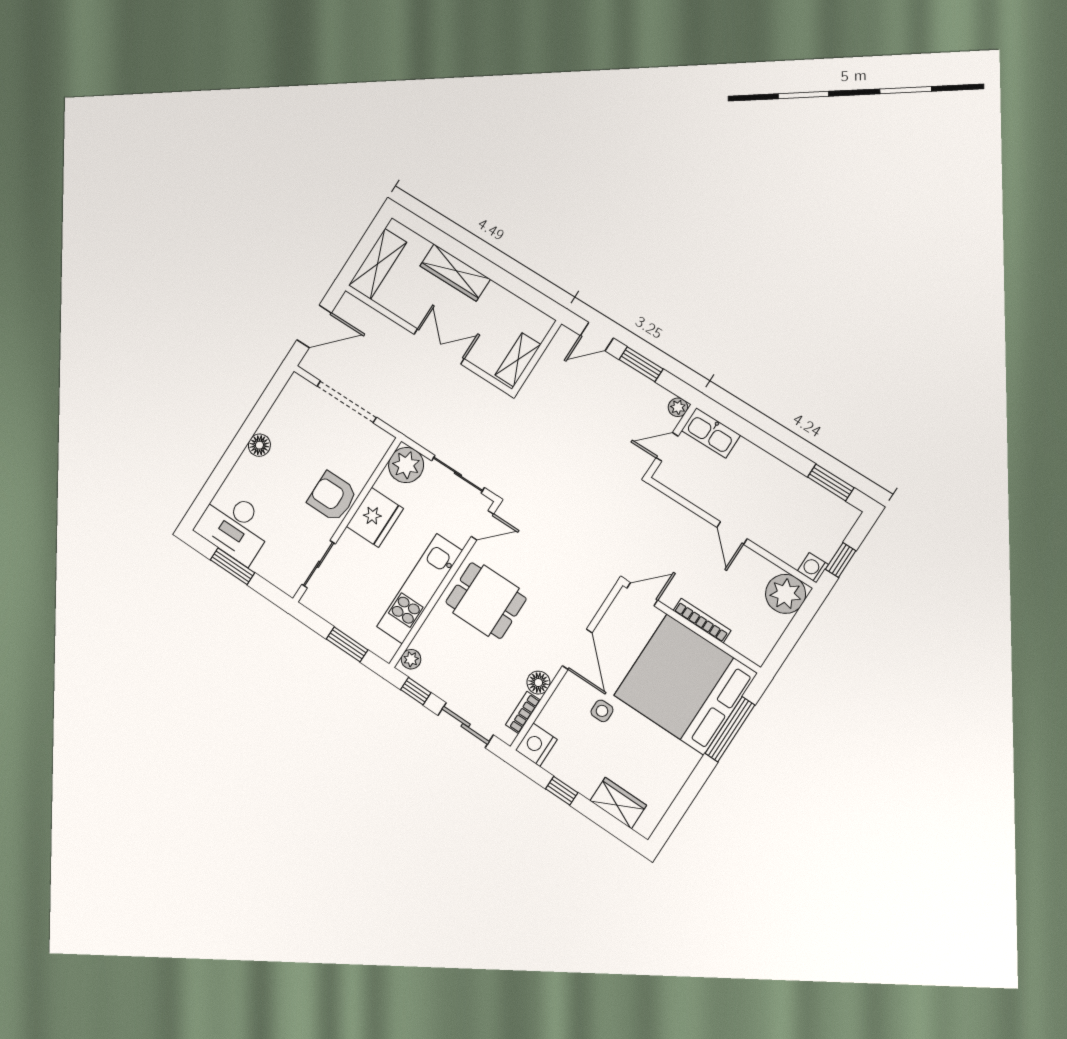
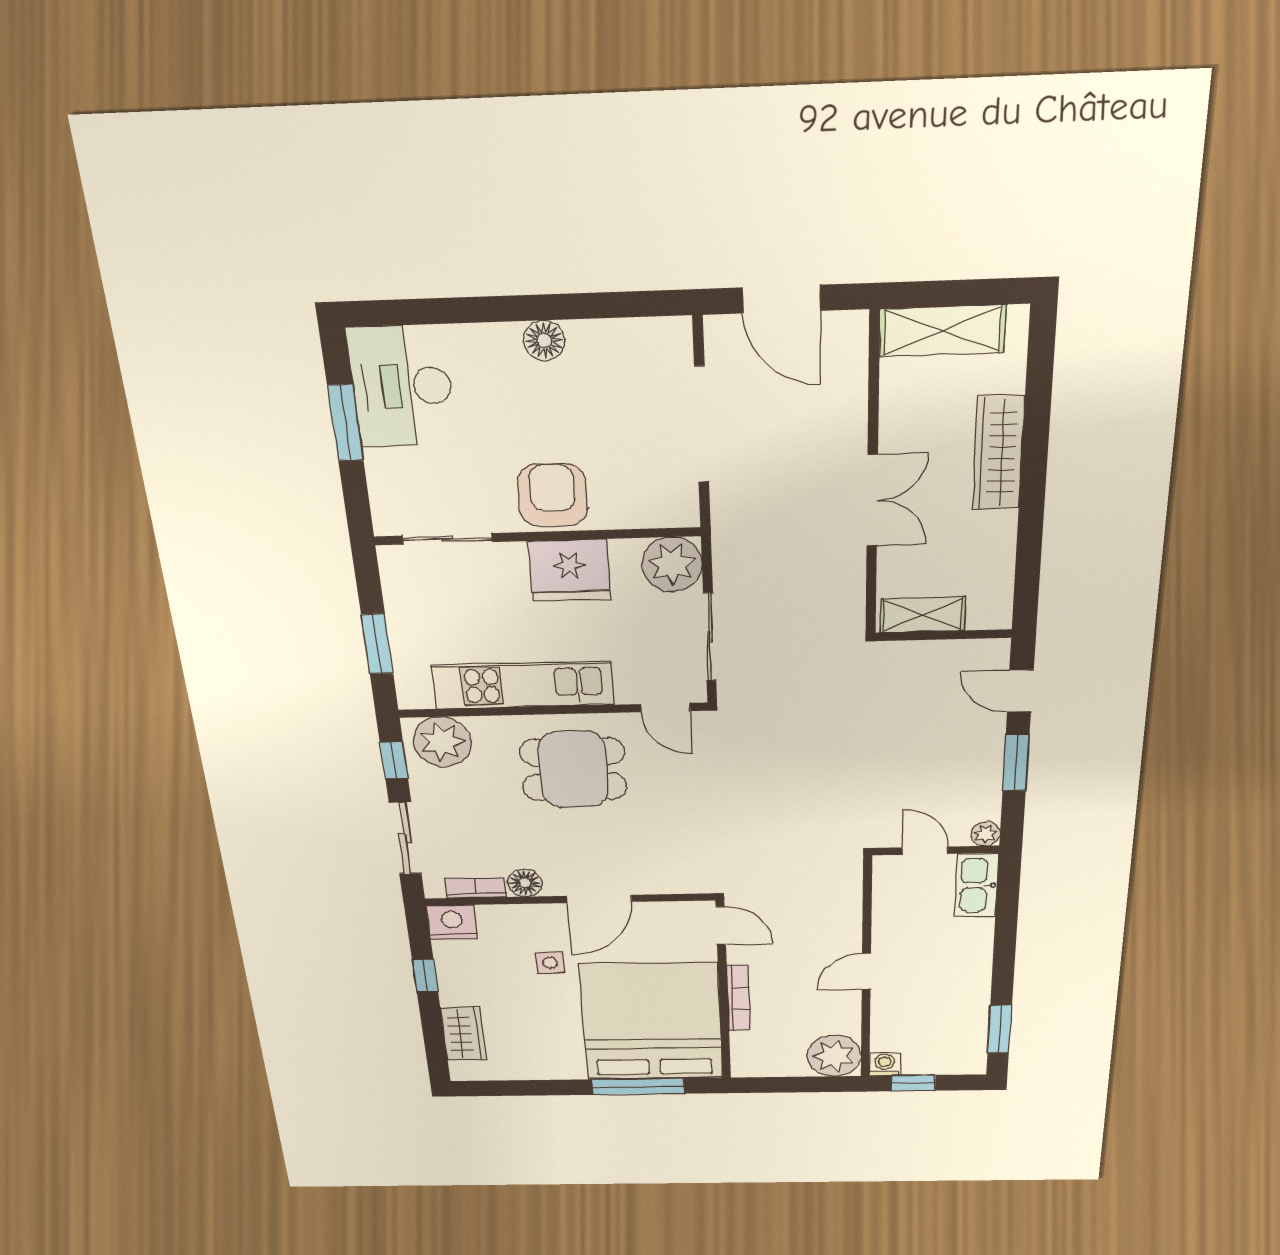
dining table: (486, 601) -> (573, 769), turned 90
plant: (411, 659) -> (442, 742), width x1.88, depth x1.88

